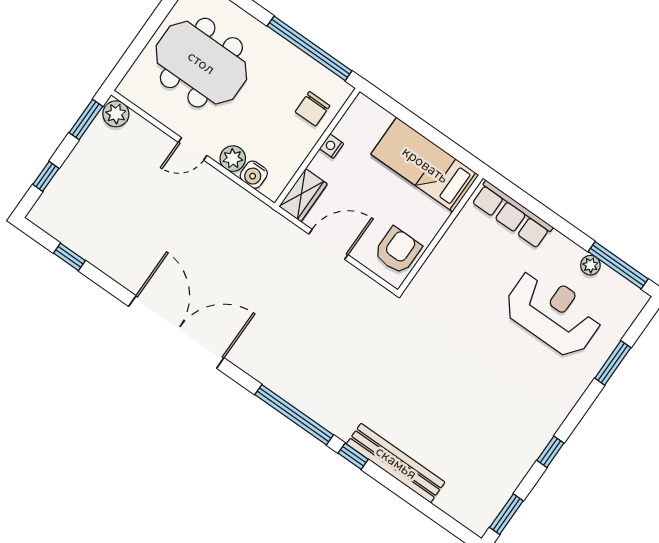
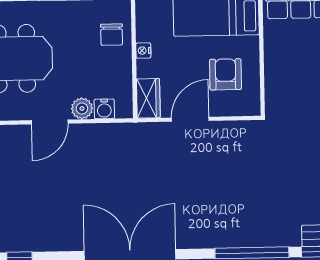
door: (193, 149) -> (50, 122), width x1.38
armchair: (398, 251) -> (226, 74), moved

